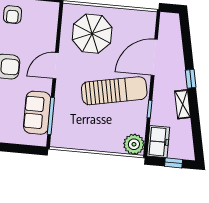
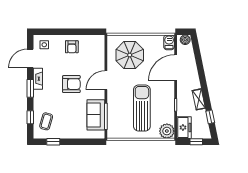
boiler: (171, 20) -> (185, 40), added
barbecue: (149, 21) -> (169, 42), added
window: (191, 79) -> (210, 117), moved
sun lounger: (114, 91) -> (142, 108), moved, turned -79

